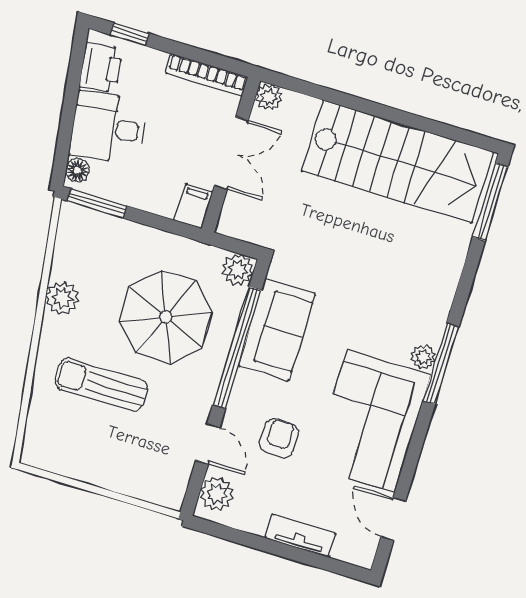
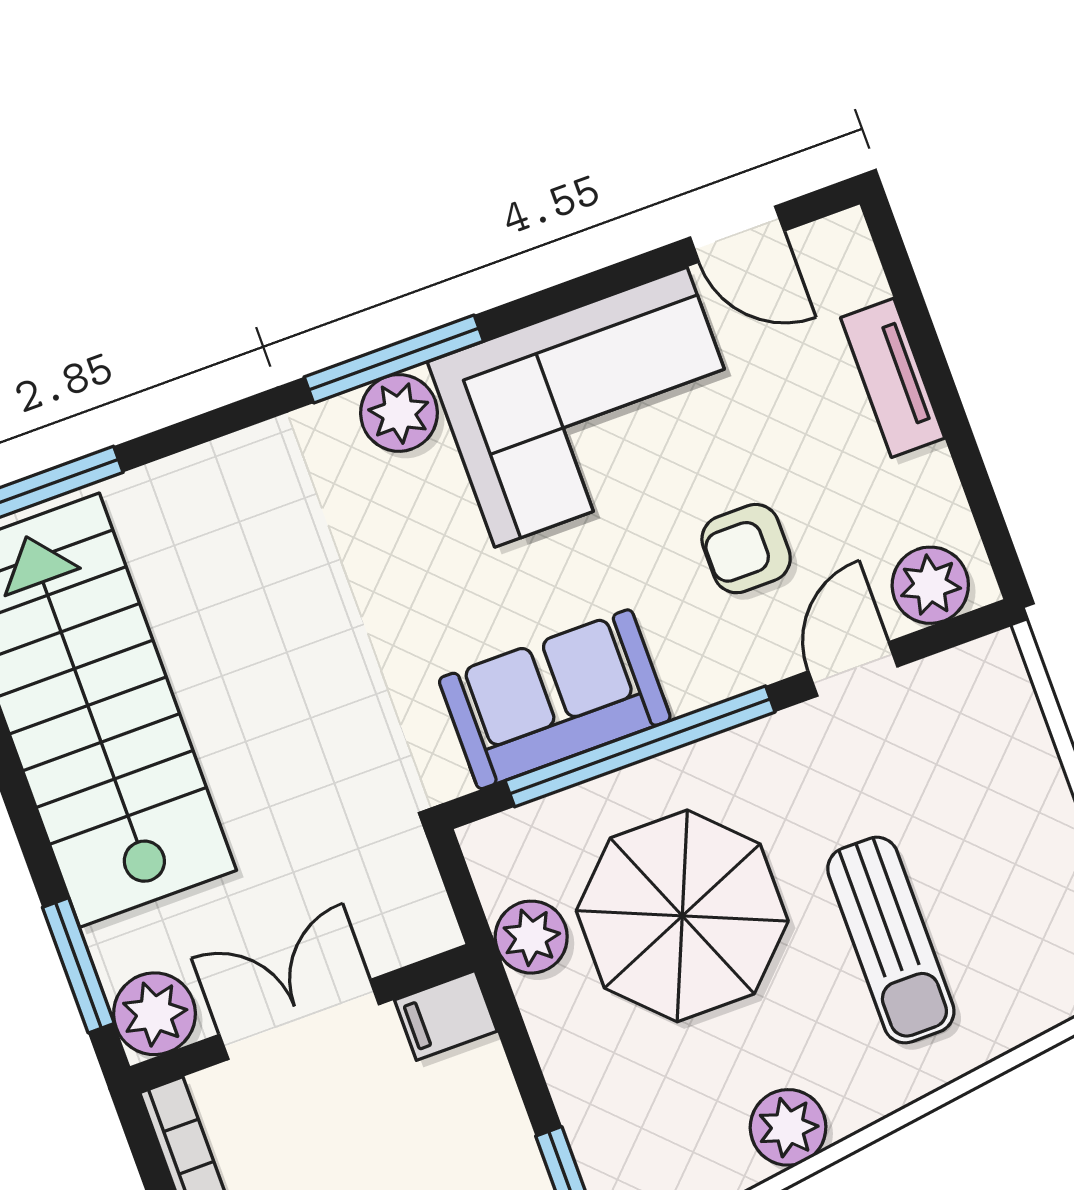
window: (310, 89) -> (78, 965), added
plant: (269, 97) -> (154, 1014), width x1.38, depth x1.38
plant: (238, 270) -> (531, 937), moved
plant: (423, 357) -> (399, 413), width x1.38, depth x1.38
door: (393, 519) -> (737, 234), hinge flipped

